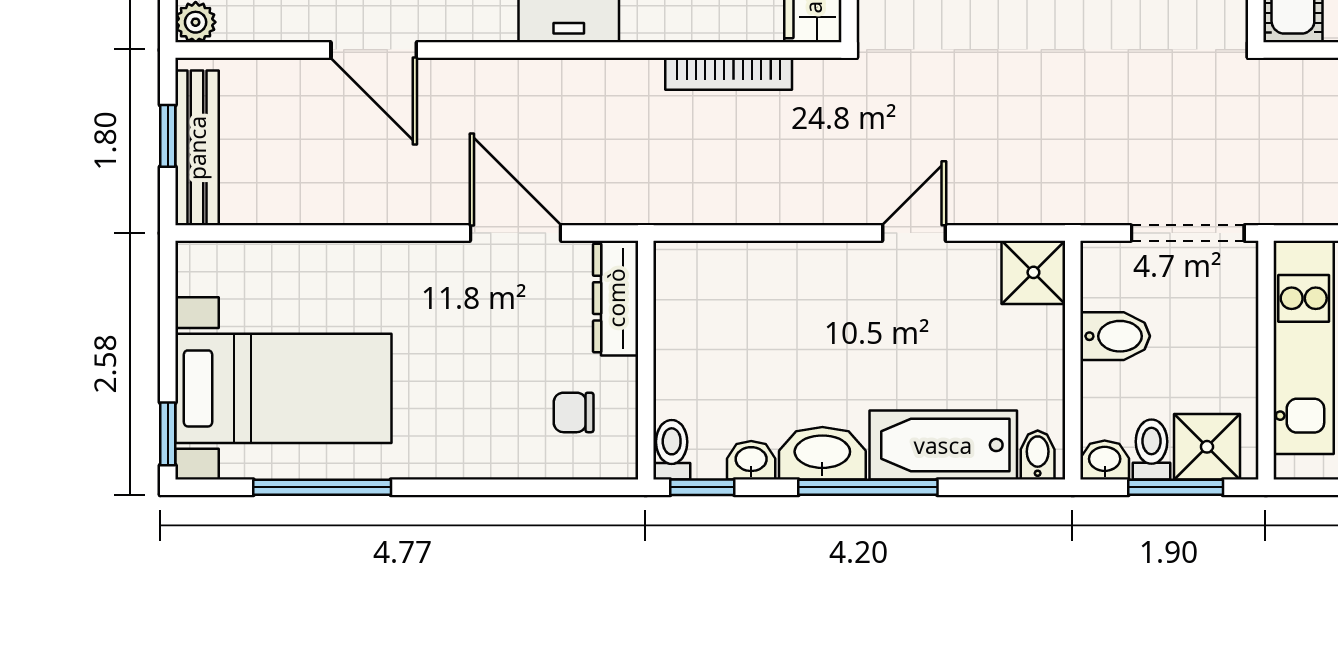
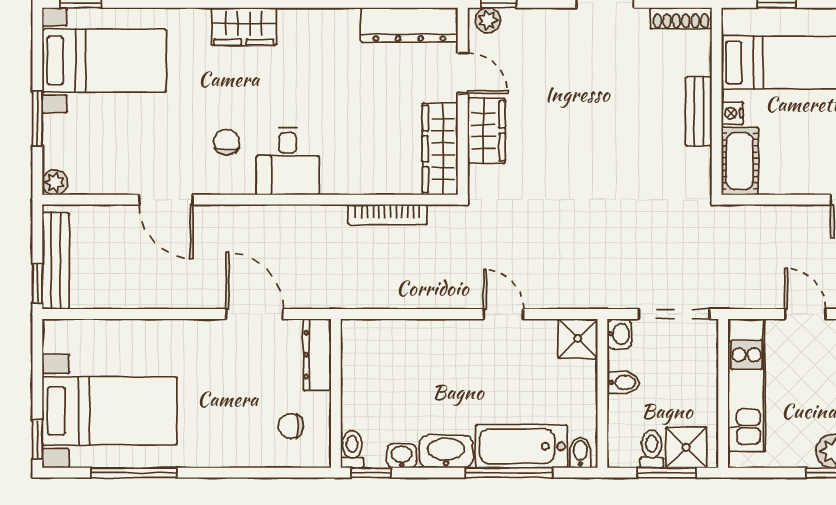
window: (168, 136) -> (37, 283), moved
door: (914, 233) -> (503, 314), hinge flipped
bidet: (1115, 336) -> (623, 383), width x0.72, depth x0.74
washbasin: (1105, 460) -> (619, 334), moved, turned 90
window: (868, 487) -> (509, 473), moved

